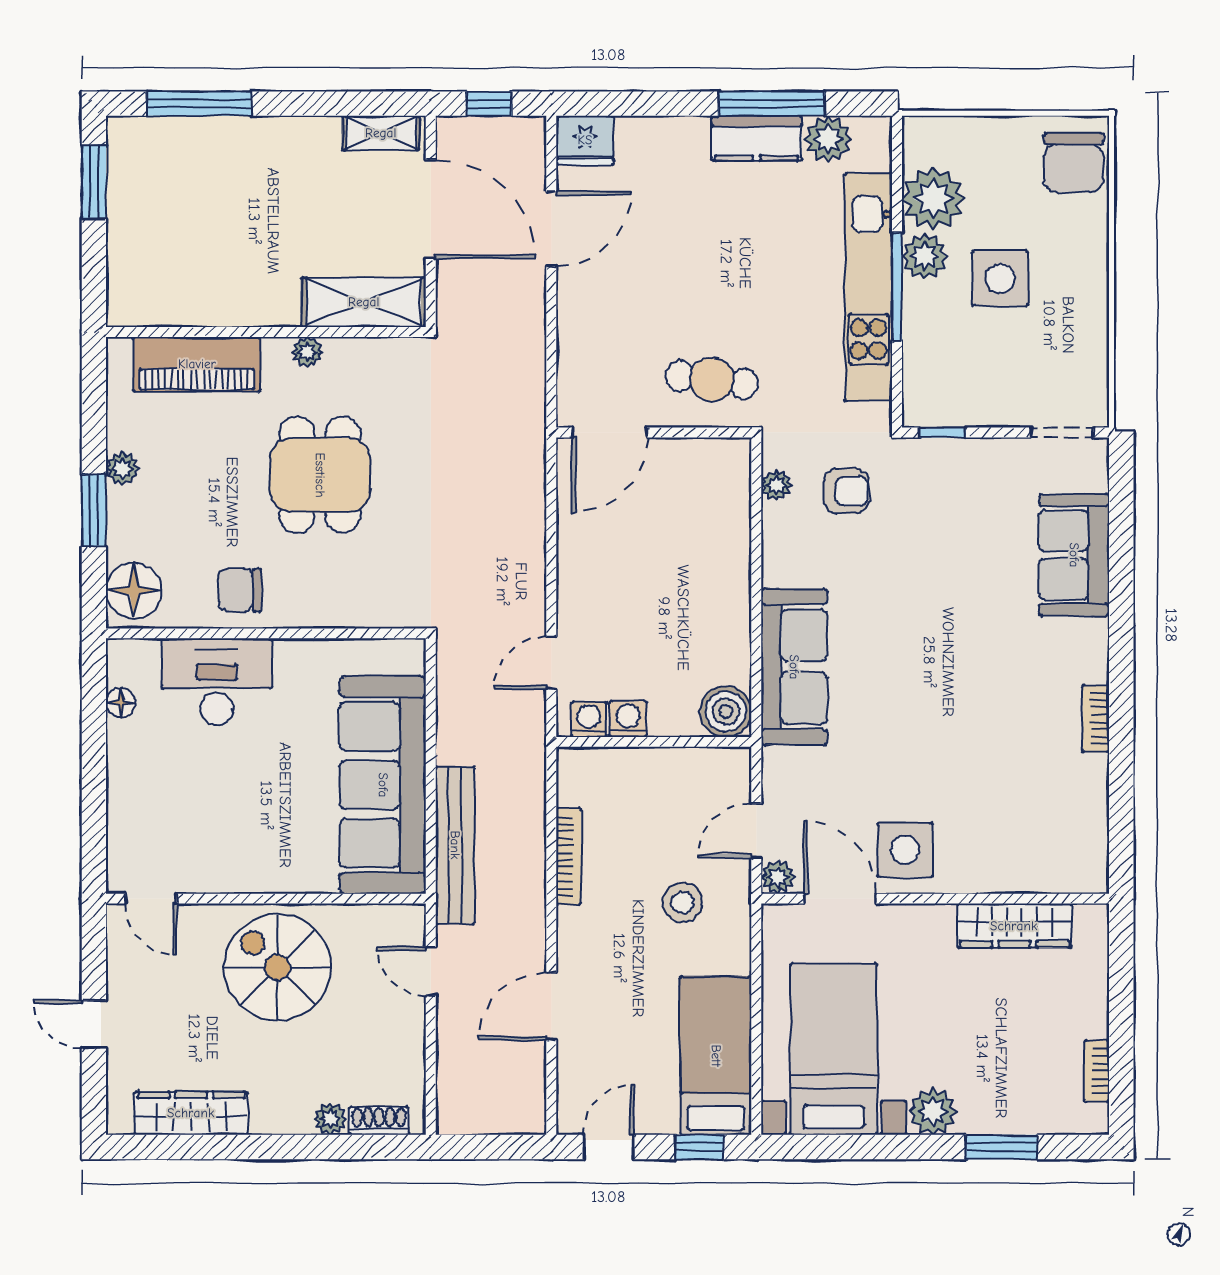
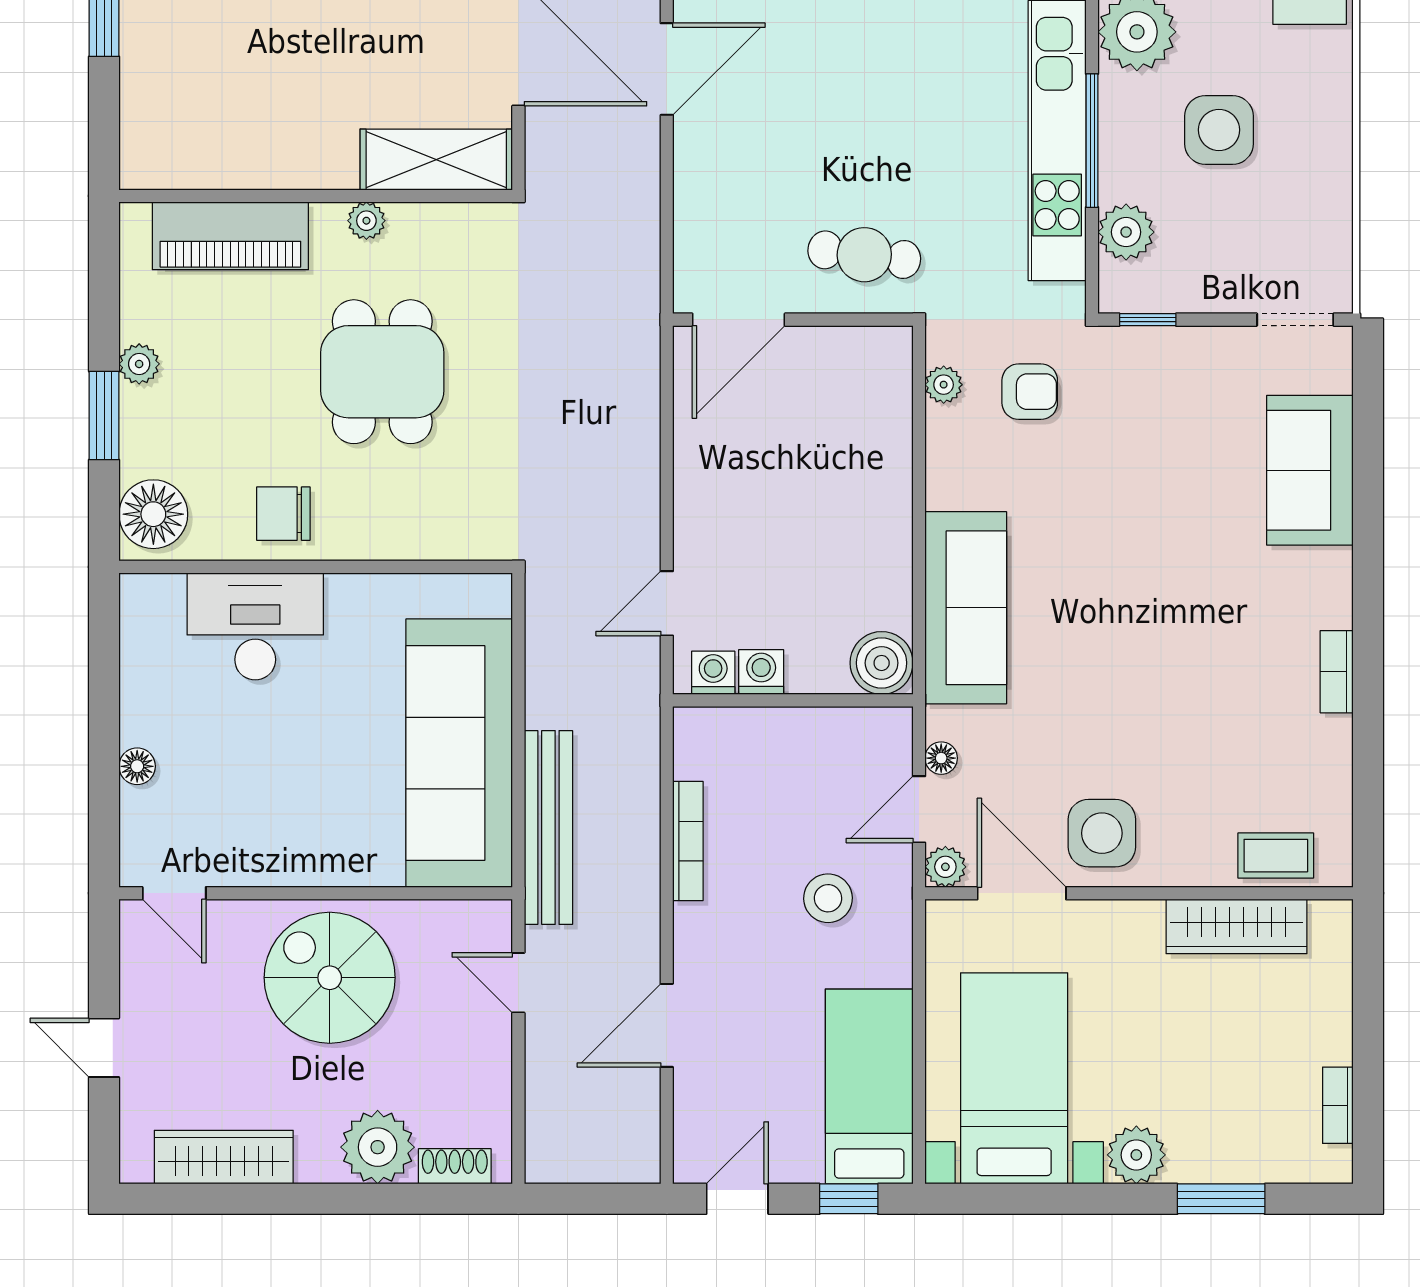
plant: (925, 256) -> (1126, 232), moved
floor lamp: (121, 703) -> (137, 766), moved
floor lamp: (774, 789) -> (941, 758), added
coffee table: (1046, 868) -> (1276, 856), added
plant: (330, 1119) -> (378, 1147), width x1.87, depth x1.87

